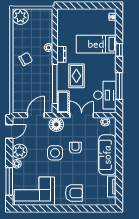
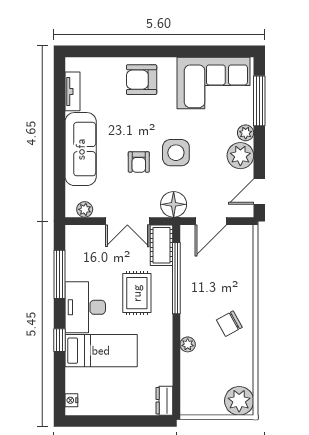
dresser: (61, 54) -> (164, 401), moved
desk: (105, 95) -> (85, 307), moved

